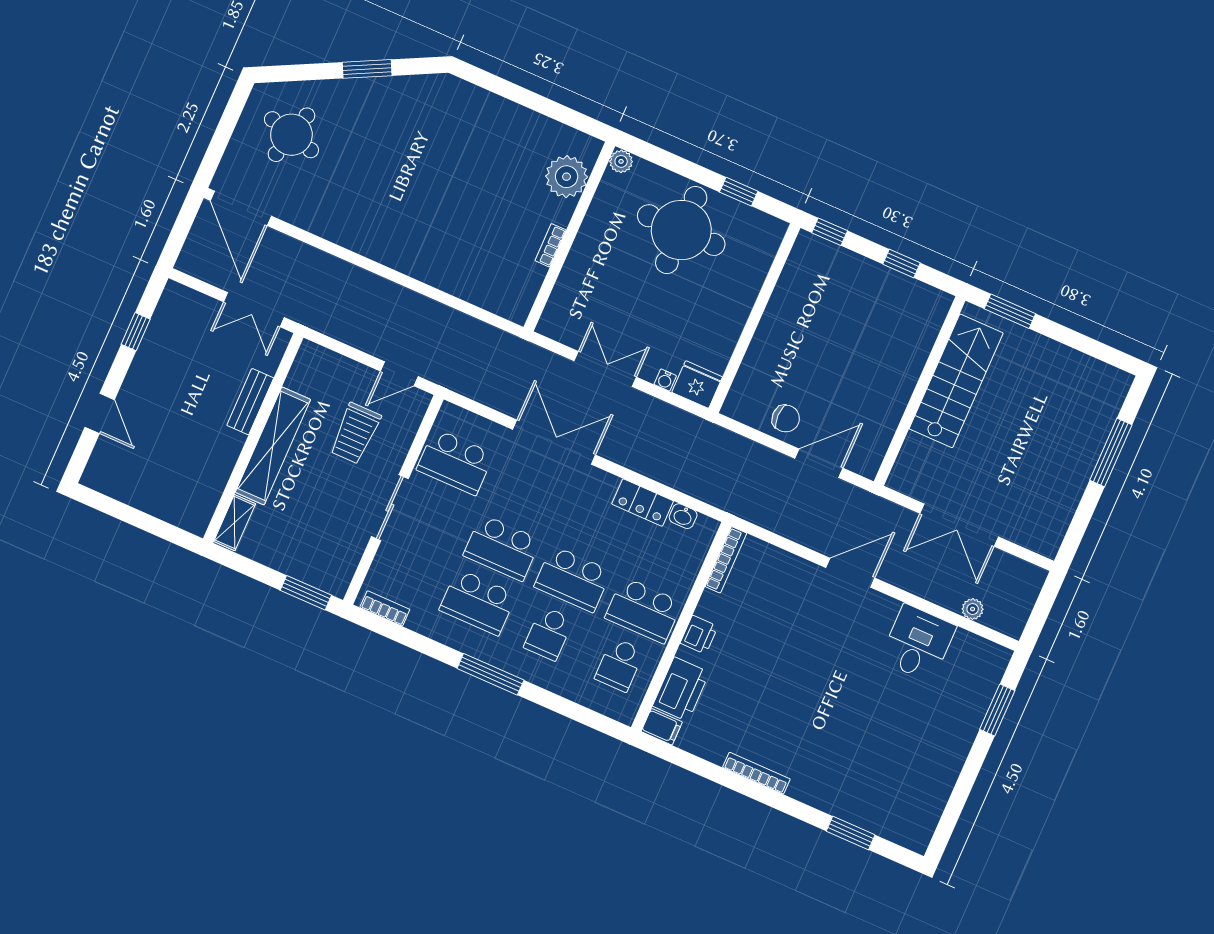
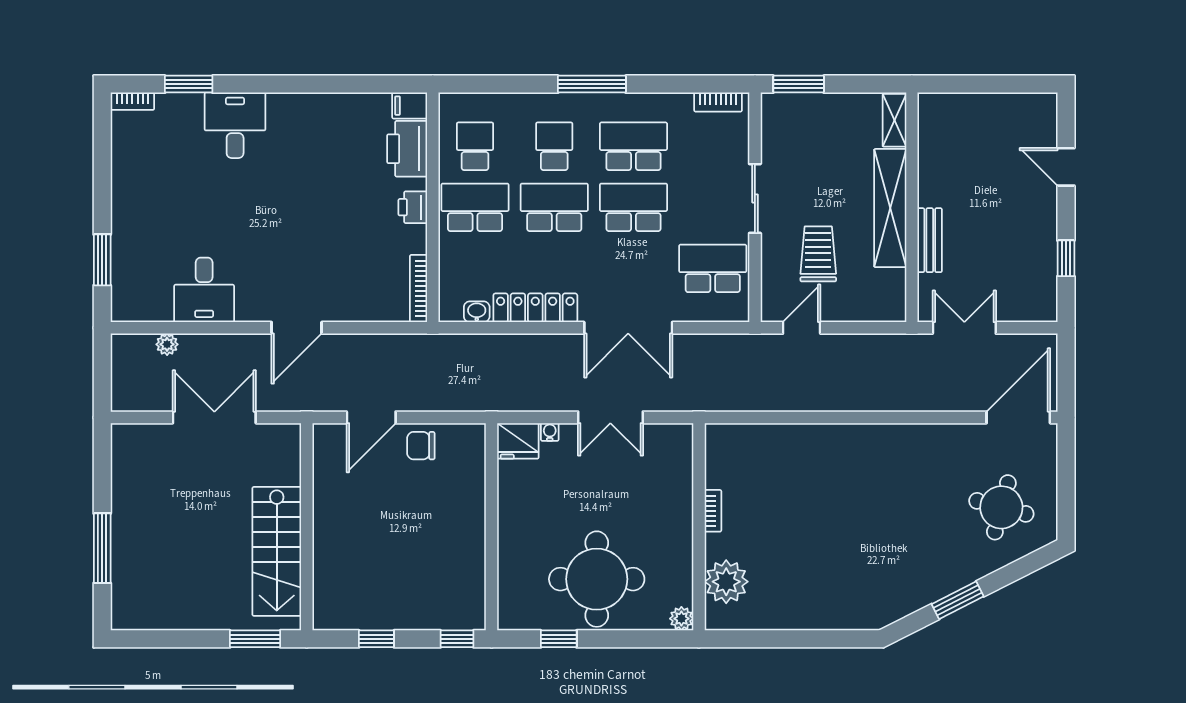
door: (241, 208) -> (1018, 417), hinge flipped
locker: (643, 502) -> (535, 308), width x1.53
bookcase: (756, 773) -> (132, 101), moved, width x0.64
desk: (825, 778) -> (235, 125), added

